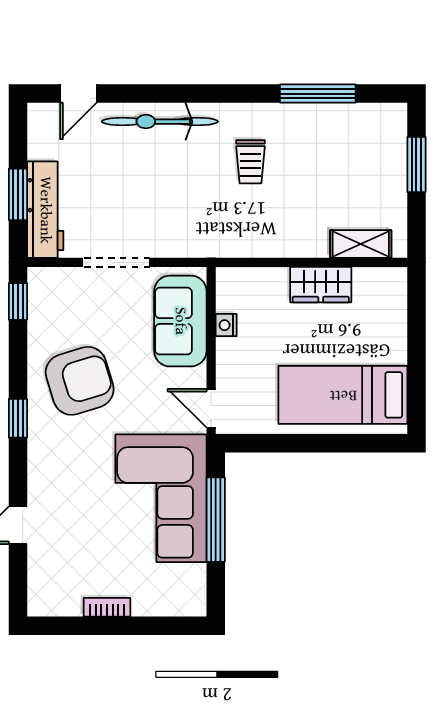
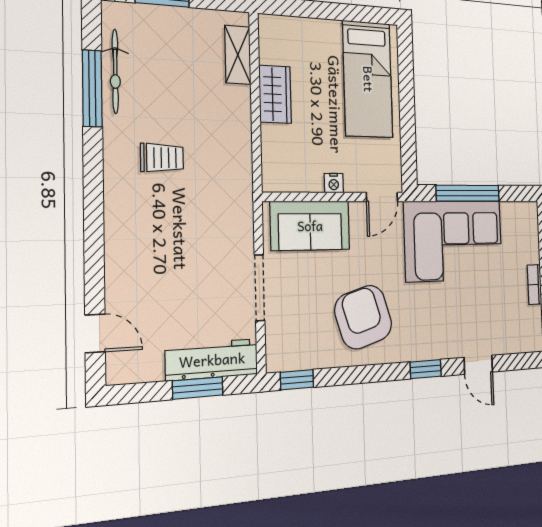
bicycle: (160, 122) -> (115, 71), moved, width x0.73, depth x0.71
nightstand: (226, 325) -> (334, 183), moved
window: (18, 418) -> (426, 369), moved

